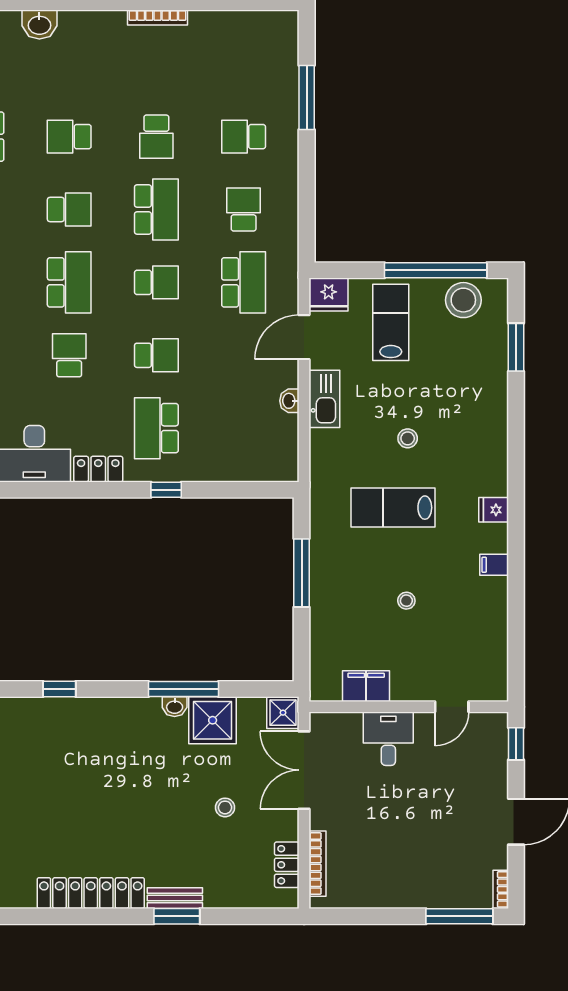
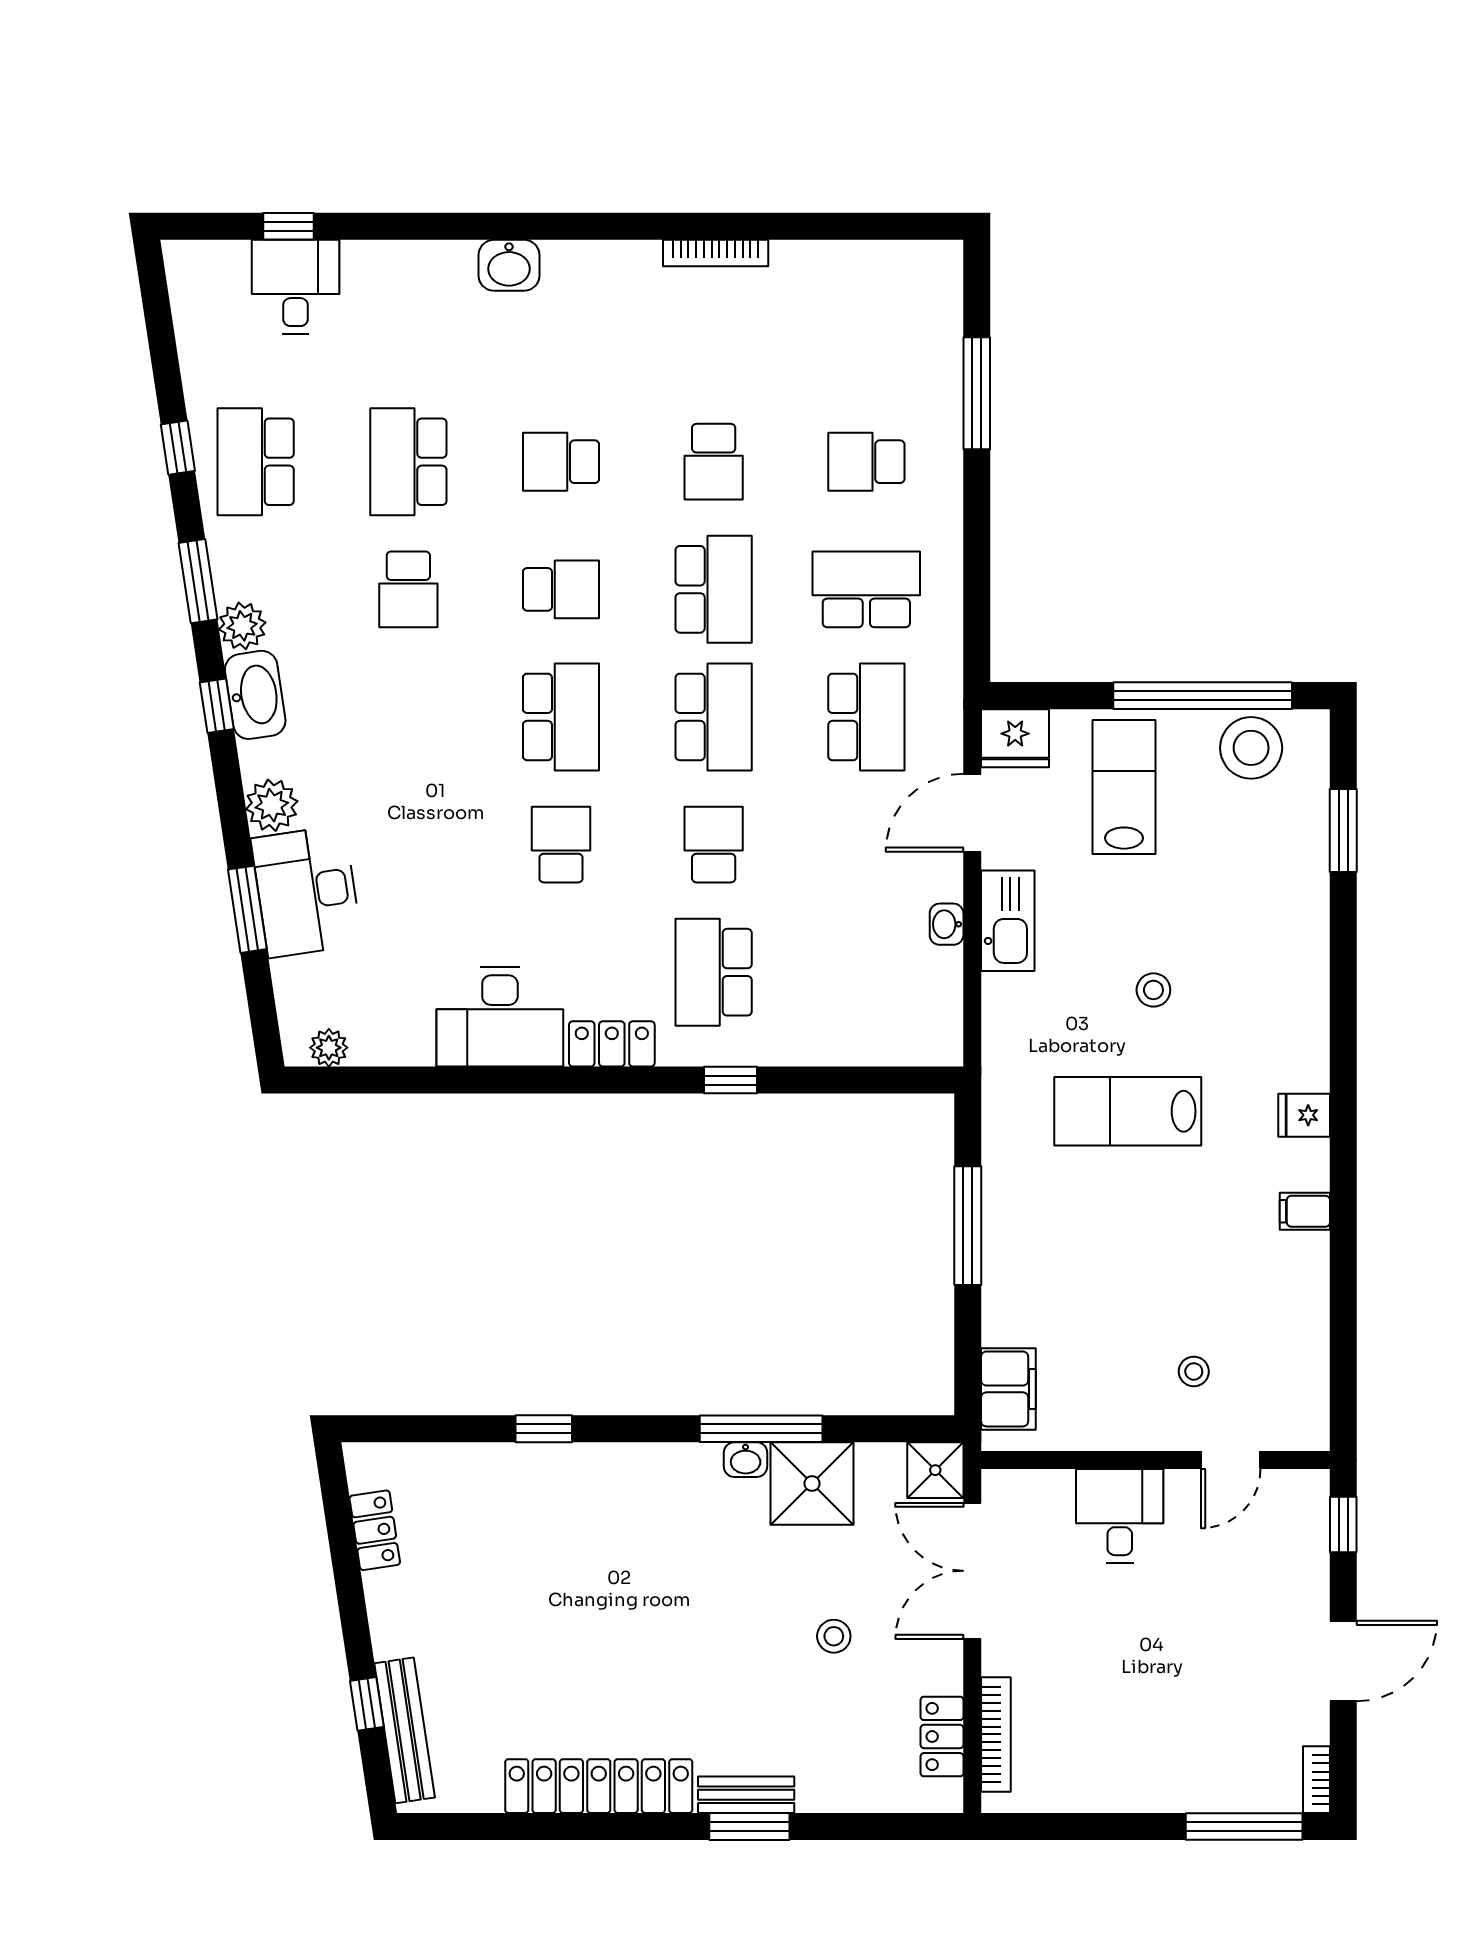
school desk: (244, 209) -> (866, 589), width x1.85
school desk: (156, 282) -> (714, 717), width x1.85
school desk: (156, 355) -> (714, 845), turned -90
stool: (406, 601) -> (1194, 1371), moved
filing cabinet: (366, 686) -> (1008, 1389), moved, turned 90

